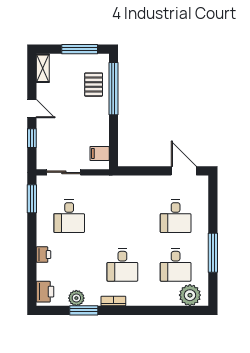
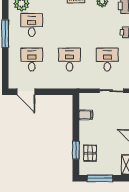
window: (113, 89) -> (76, 150), width x0.47
filing cabinet: (100, 153) -> (86, 115), moved
desk: (122, 265) -> (70, 60), moved

